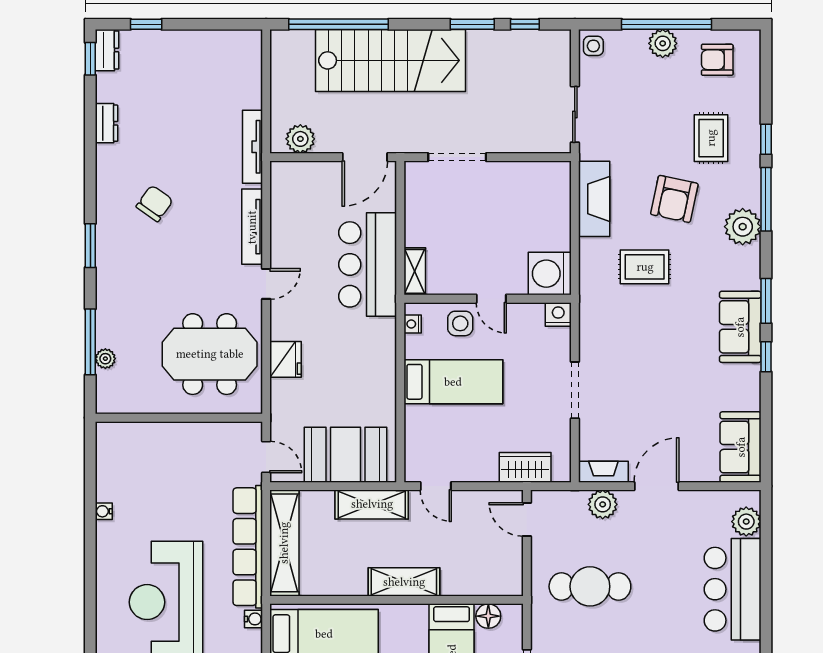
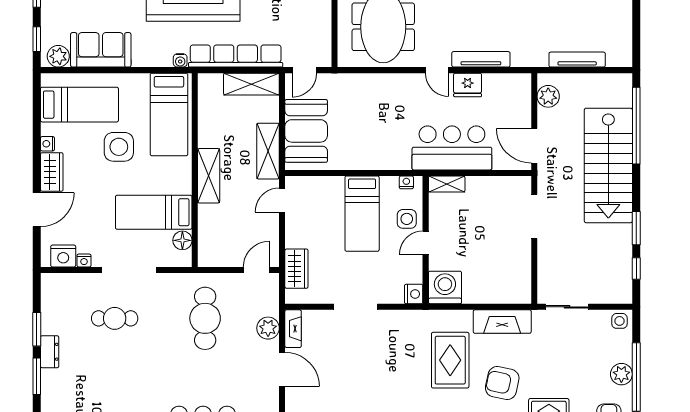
tv unit: (252, 147) -> (577, 60), moved
rug: (645, 267) -> (450, 360), width x1.36, depth x1.43
fridge: (285, 359) -> (468, 85), moved
shelving: (284, 543) -> (251, 84), width x0.68

